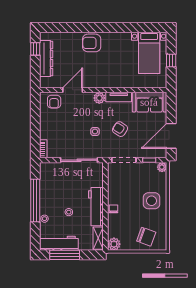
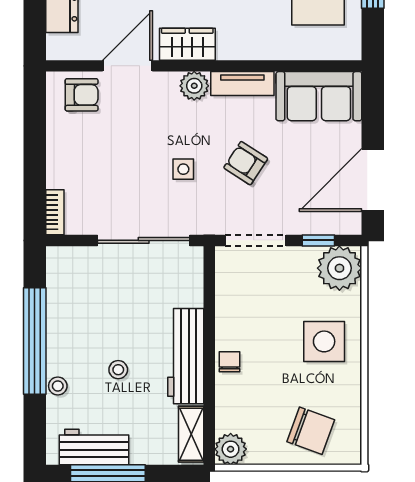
wardrobe: (97, 81) -> (187, 44), added
armchair: (54, 102) -> (82, 95), turned -90
plant: (162, 167) -> (339, 268), width x1.87, depth x1.87
workbench: (59, 243) -> (94, 447), width x0.73

